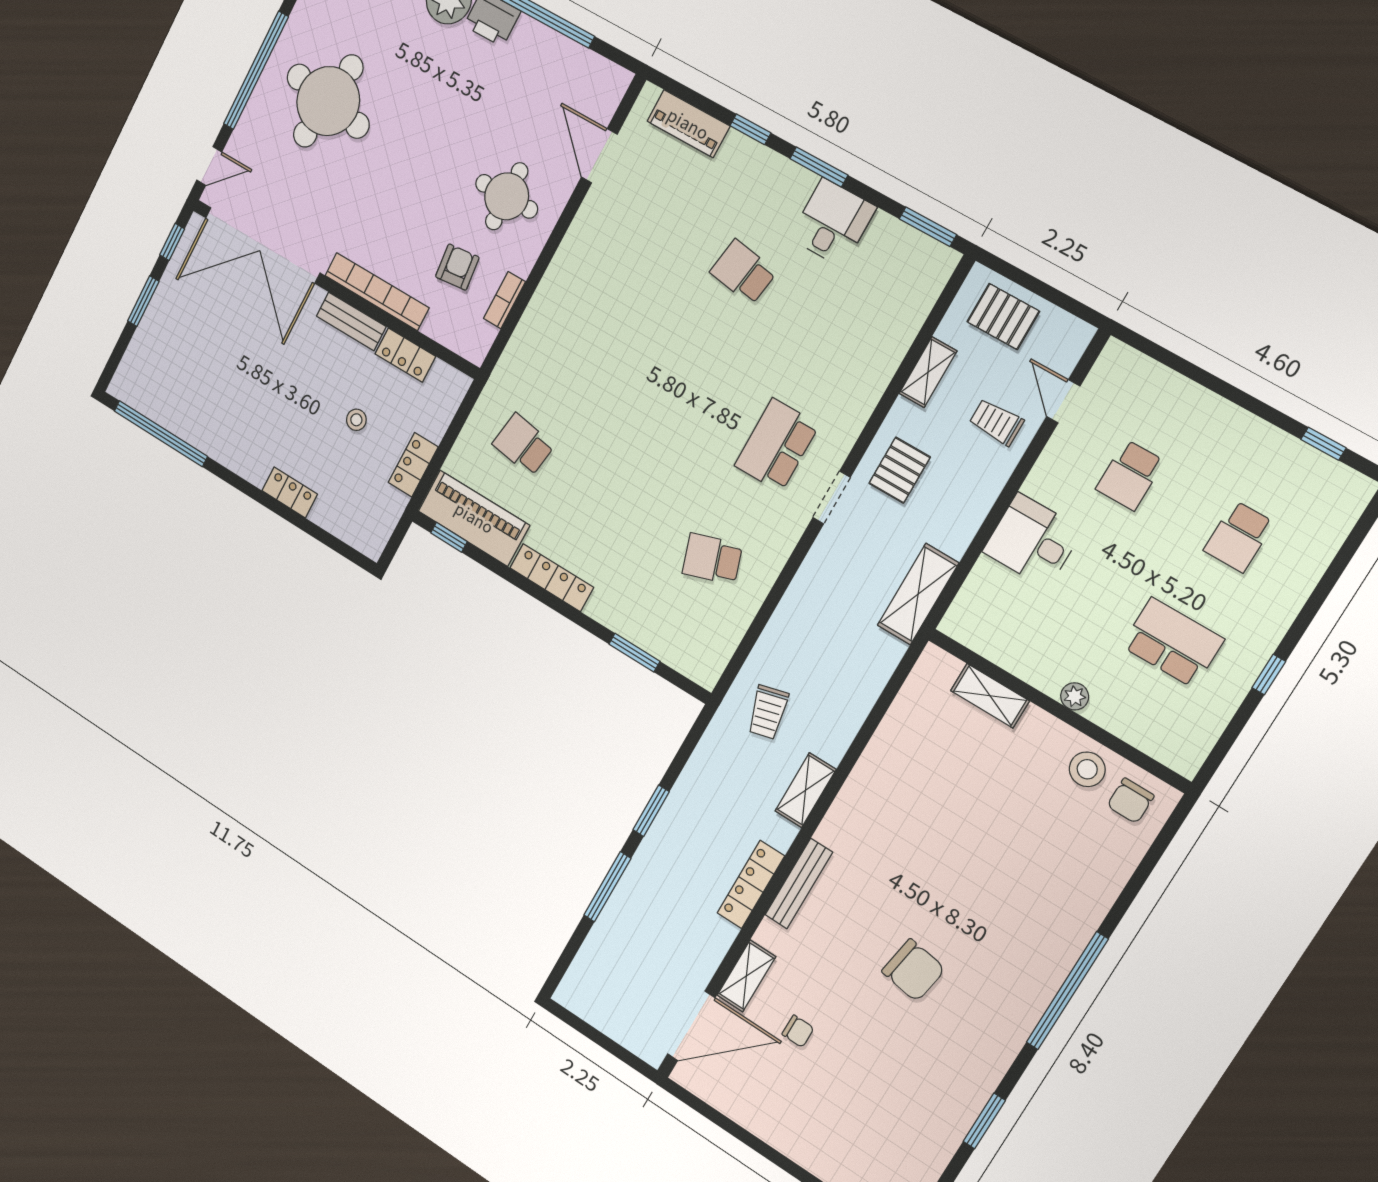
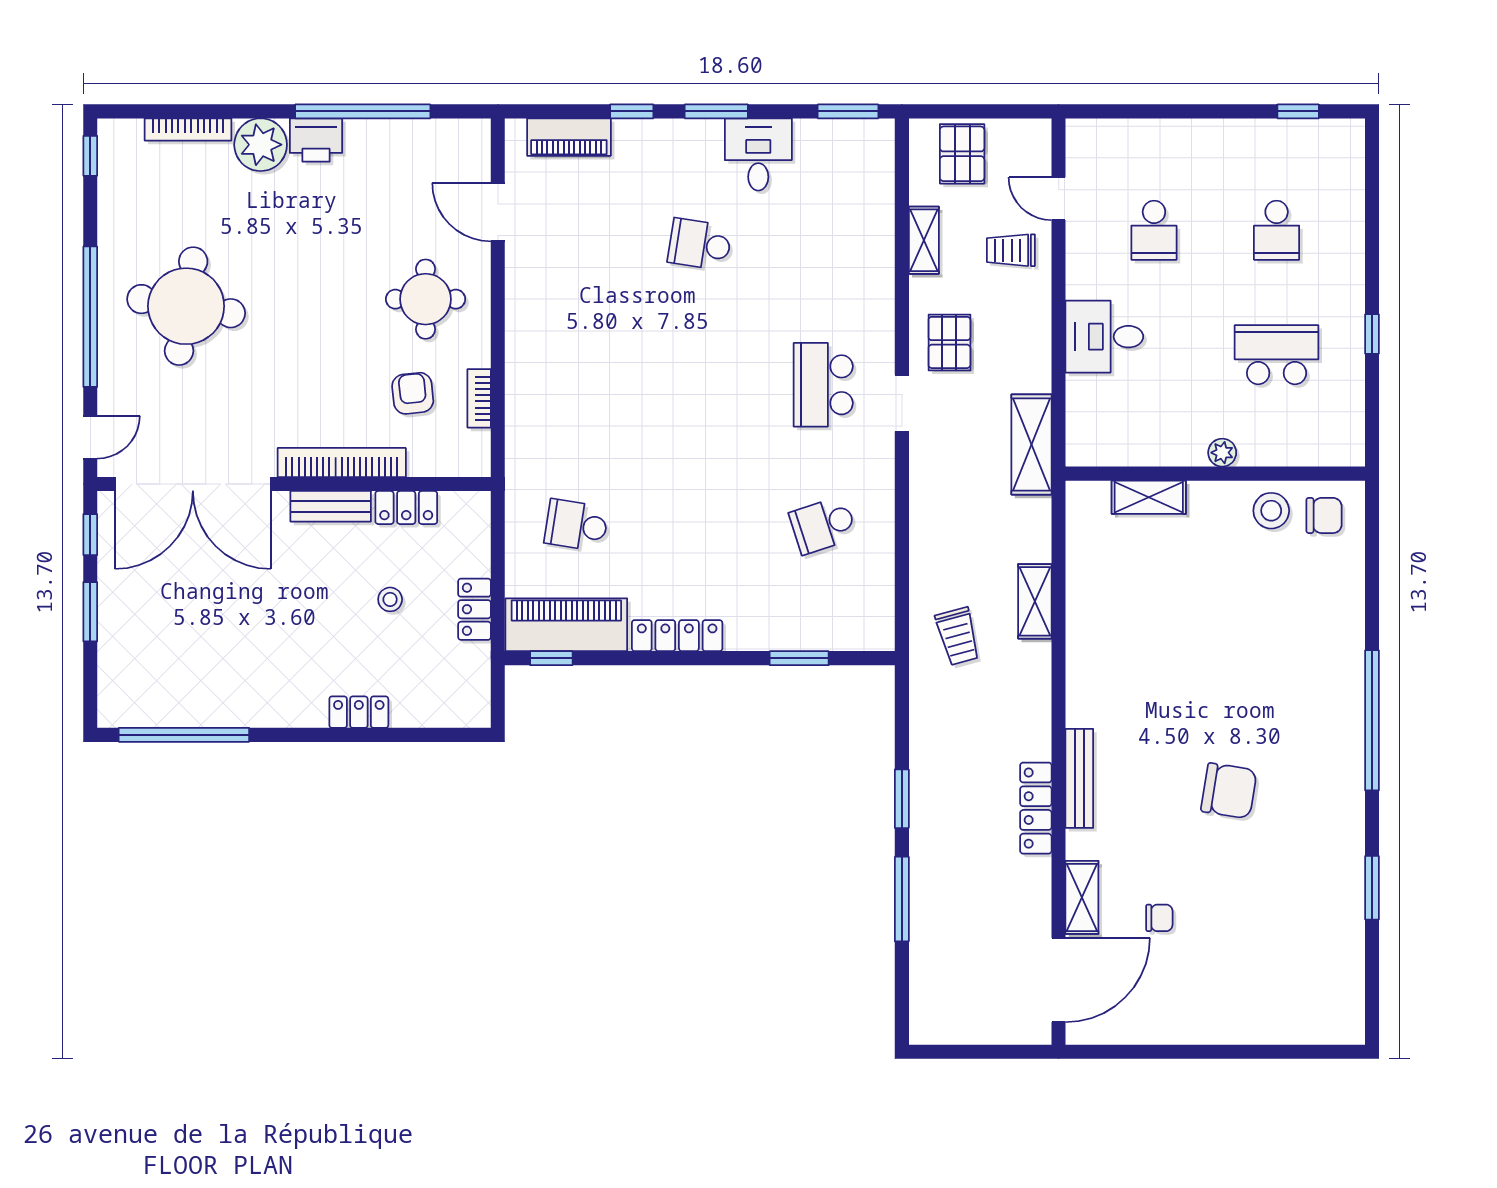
pallet: (1003, 317) -> (962, 154), turned 90
shelving: (806, 790) -> (1035, 601), moved
chair: (1130, 801) -> (1324, 515), turned -90

